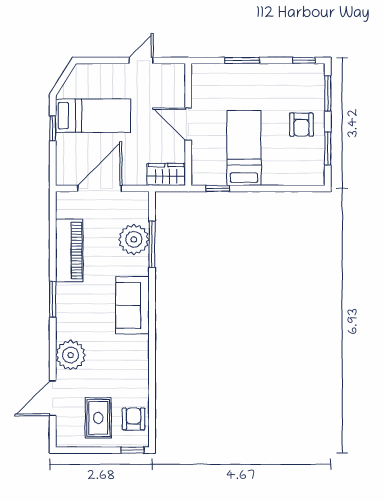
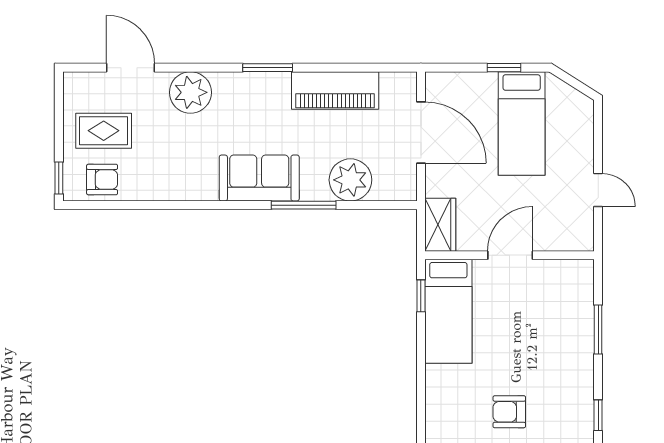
bed: (244, 148) -> (448, 311), moved, turned 90
window: (152, 244) -> (304, 205), moved

